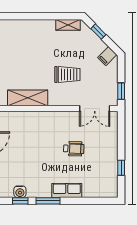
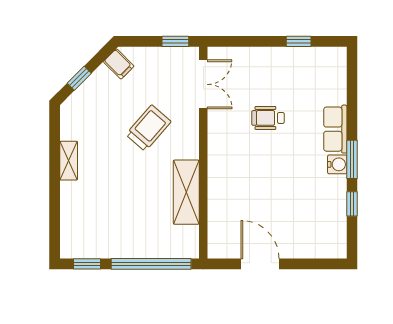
shelving: (68, 25) -> (69, 161), moved
trolley: (67, 74) -> (148, 128), turned 41
wheelchair: (74, 149) -> (268, 118), turned -92
water cooler: (20, 192) -> (337, 164), moved

